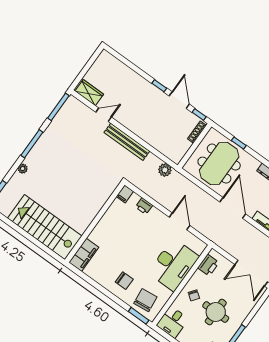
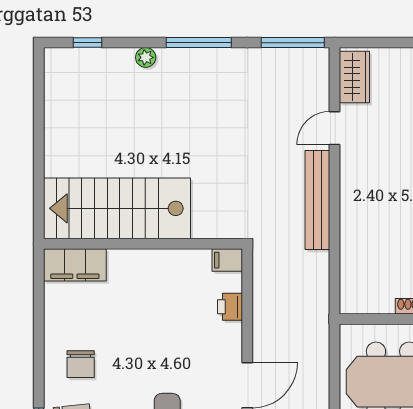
door: (104, 115) -> (335, 128), swing flipped
plant: (165, 170) -> (316, 298), removed
stairs: (45, 227) -> (117, 208), moved, turned -90

